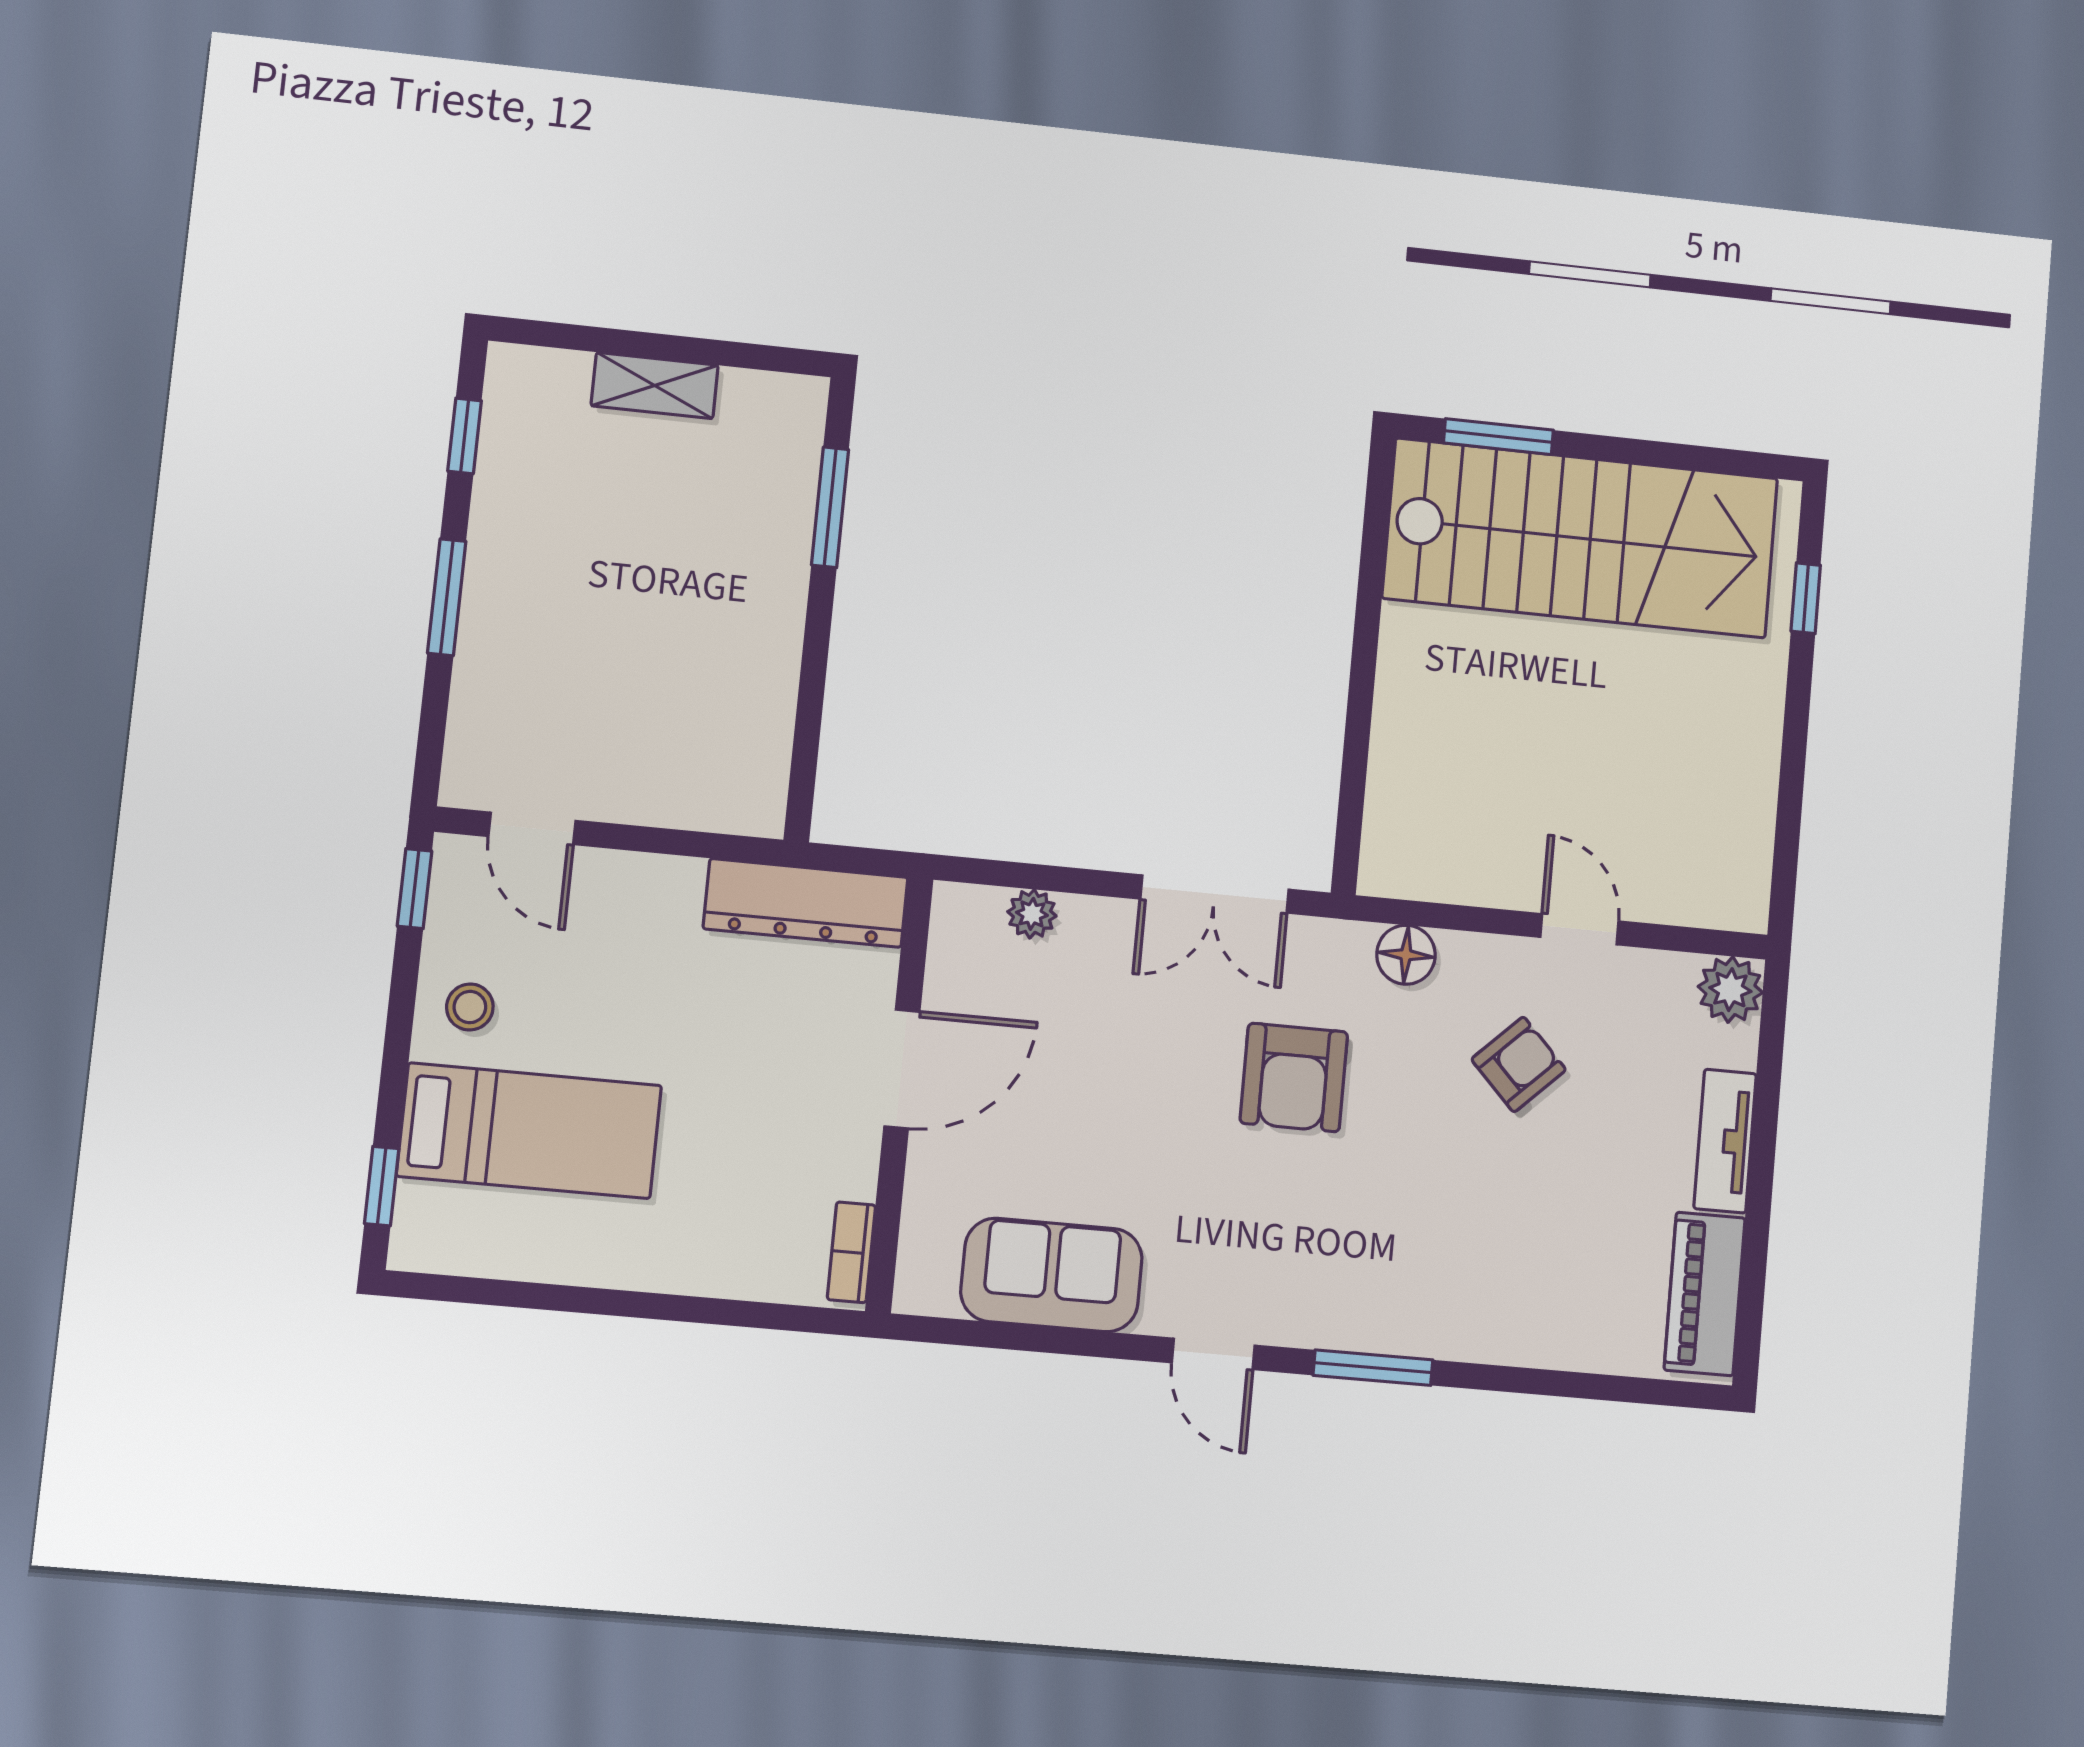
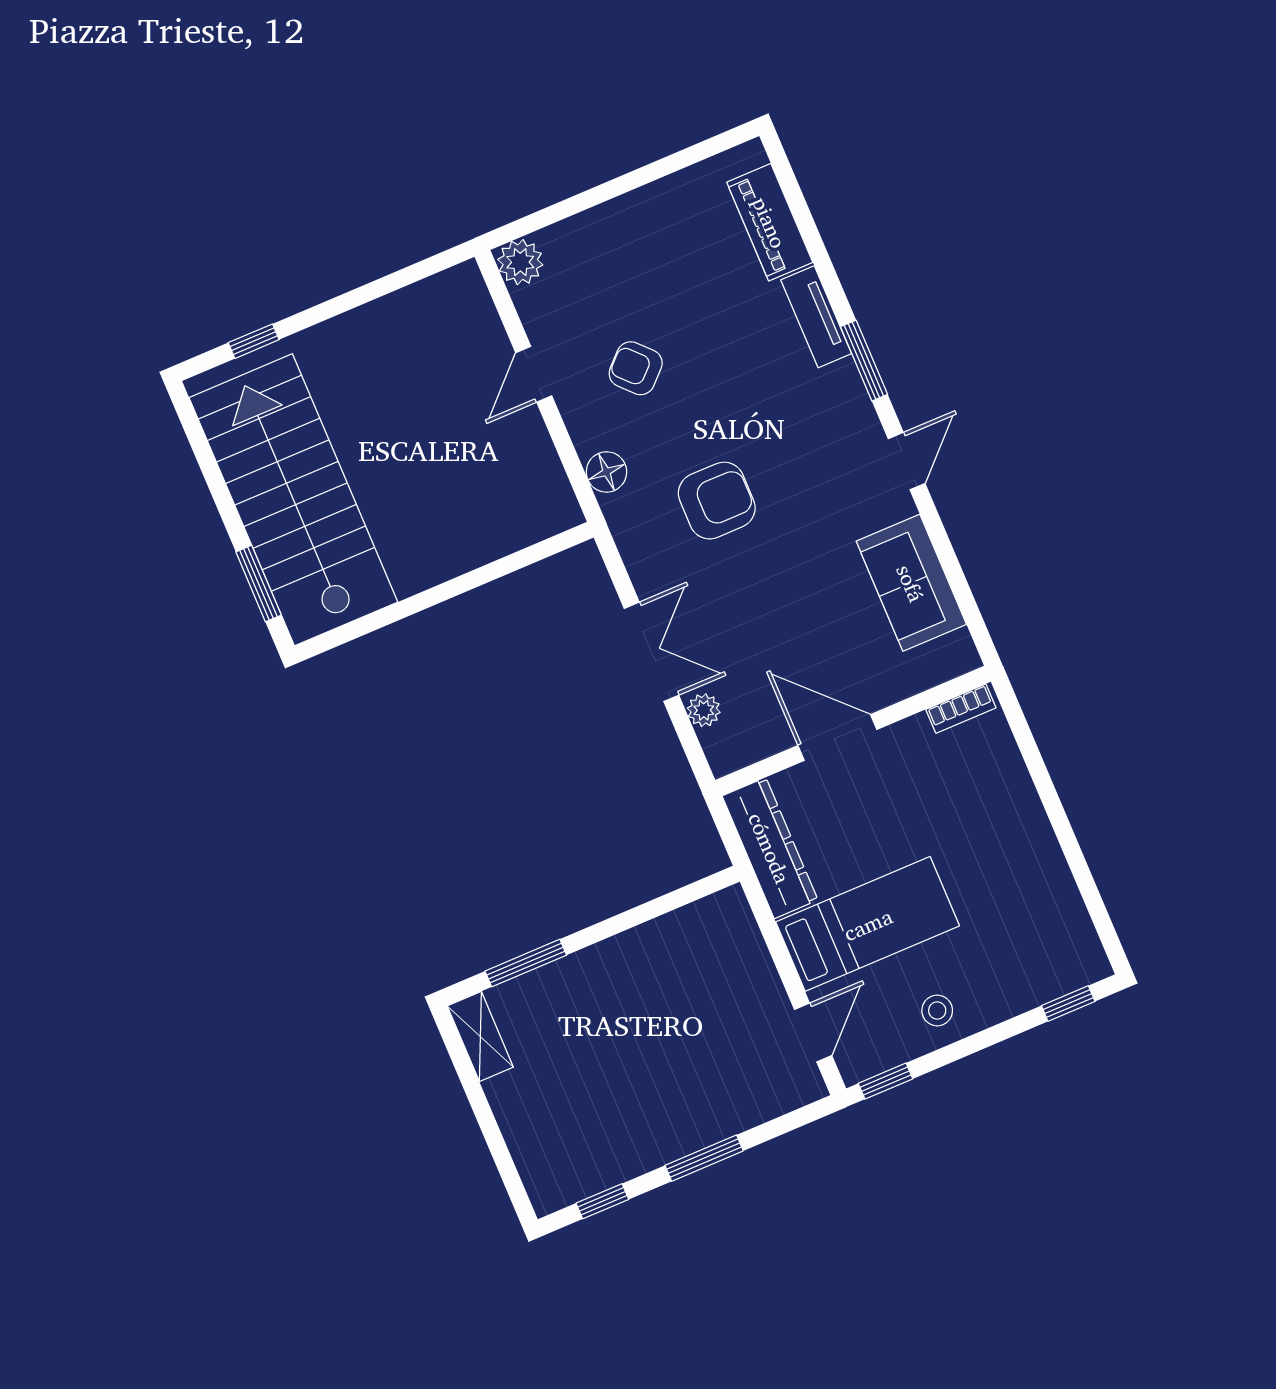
shelving: (655, 385) -> (480, 1037), moved
double door: (1215, 894) -> (652, 652), moved
bed: (529, 1131) -> (868, 924), moved, turned 90
tv unit: (1725, 1141) -> (816, 317), moved, turned 90
piano: (1705, 1294) -> (770, 222), moved, turned 90

